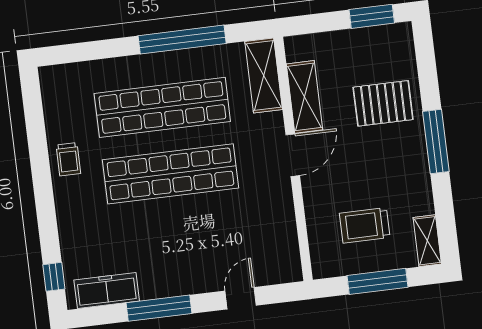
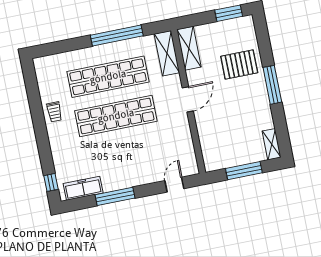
shelving: (304, 97) -> (189, 48), moved
trolley: (365, 225) -> (234, 138), removed
door: (241, 298) -> (174, 185), moved

